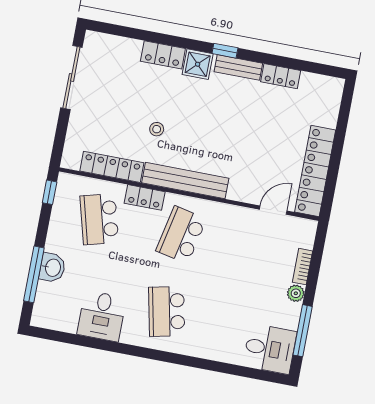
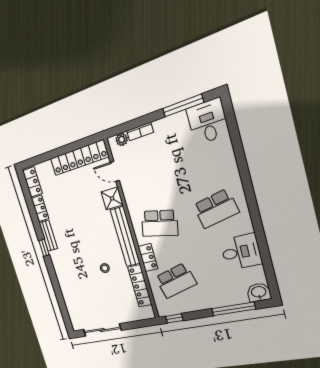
locker: (163, 55) -> (32, 182), moved
shower: (198, 64) -> (112, 198), moved
washbasin: (52, 268) -> (259, 292), moved
plant: (296, 293) -> (122, 139), moved

